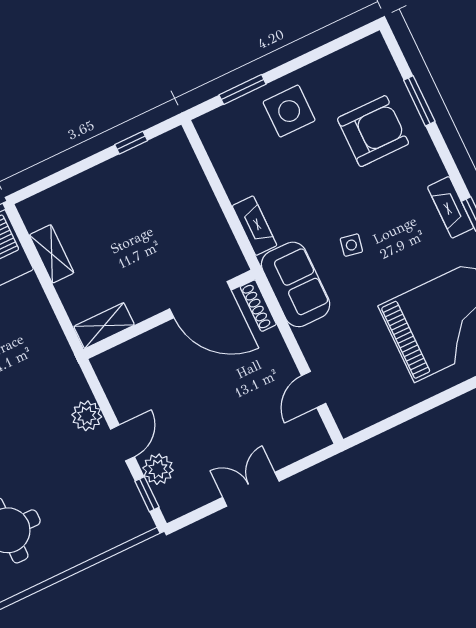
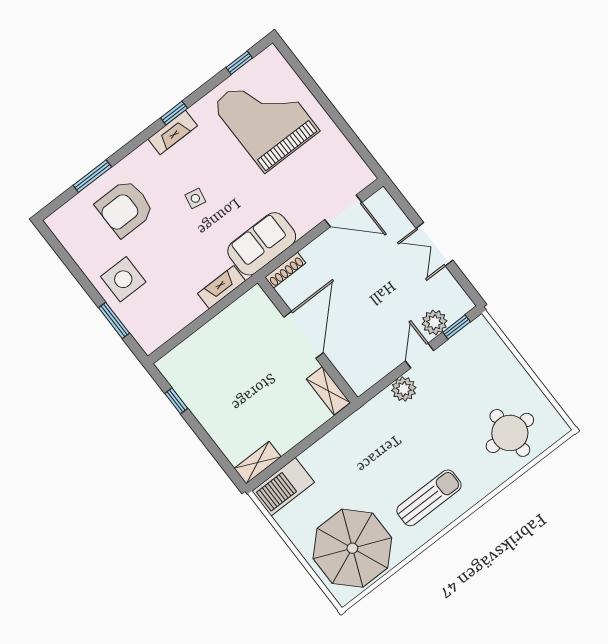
armchair: (373, 131) -> (125, 208), turned -90
side table: (351, 245) -> (195, 198), moved
shelving: (52, 254) -> (258, 463), moved
door: (200, 300) -> (304, 335), moved
door: (314, 390) -> (343, 211), width x1.37
door: (122, 443) -> (419, 356), hinge flipped

